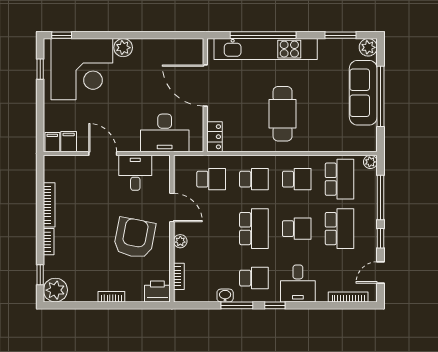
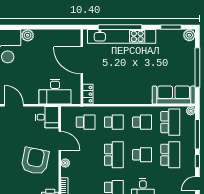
sofa: (363, 93) -> (174, 95), moved, turned 90
cafe table: (283, 114) -> (133, 79), removed
desk: (135, 173) -> (47, 117), moved, turned 90

